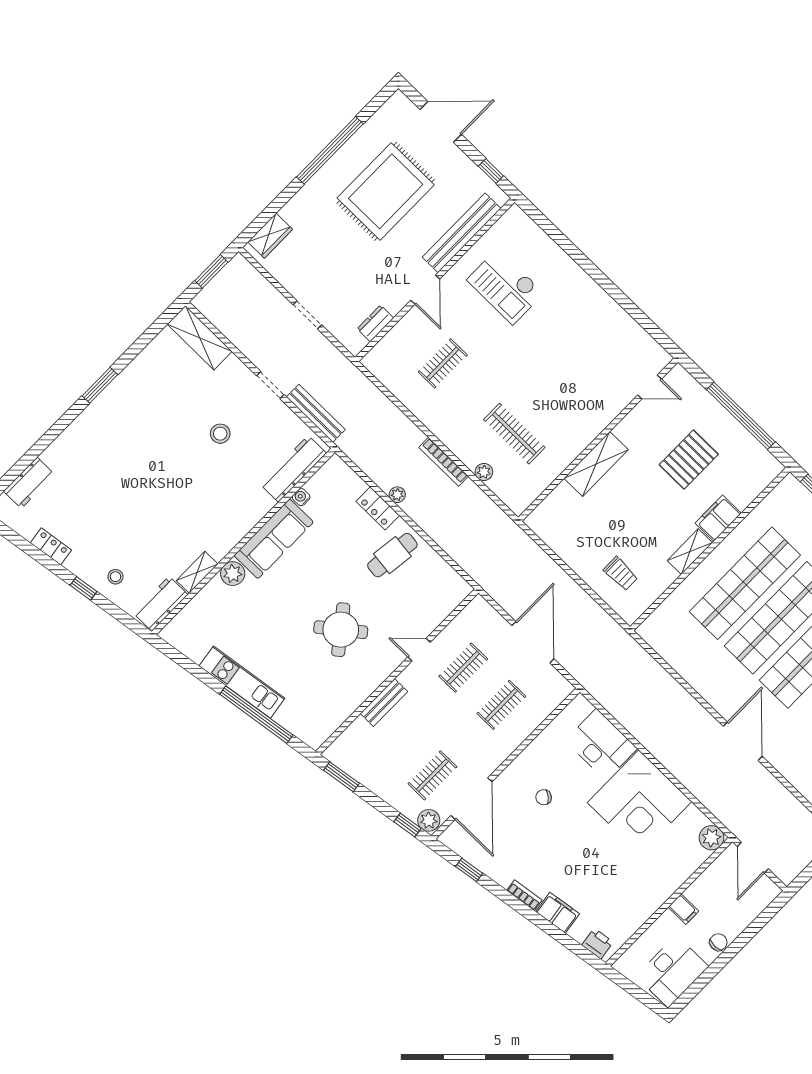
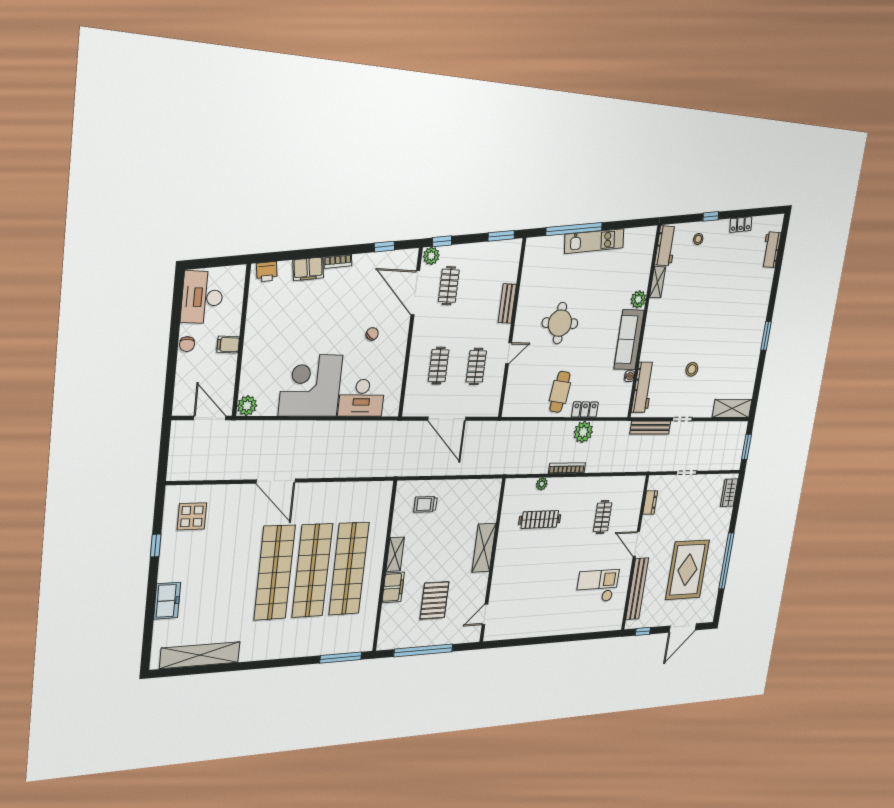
plant: (397, 495) -> (583, 432), width x1.88, depth x1.88
round table: (341, 630) -> (560, 323), turned 38

